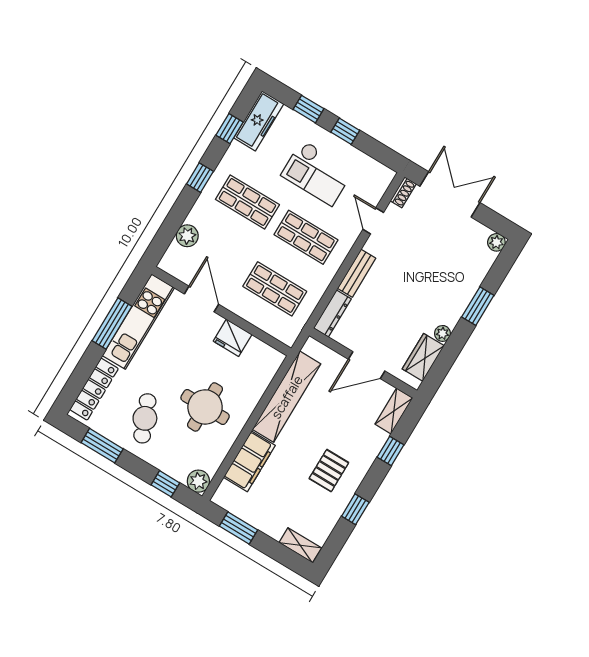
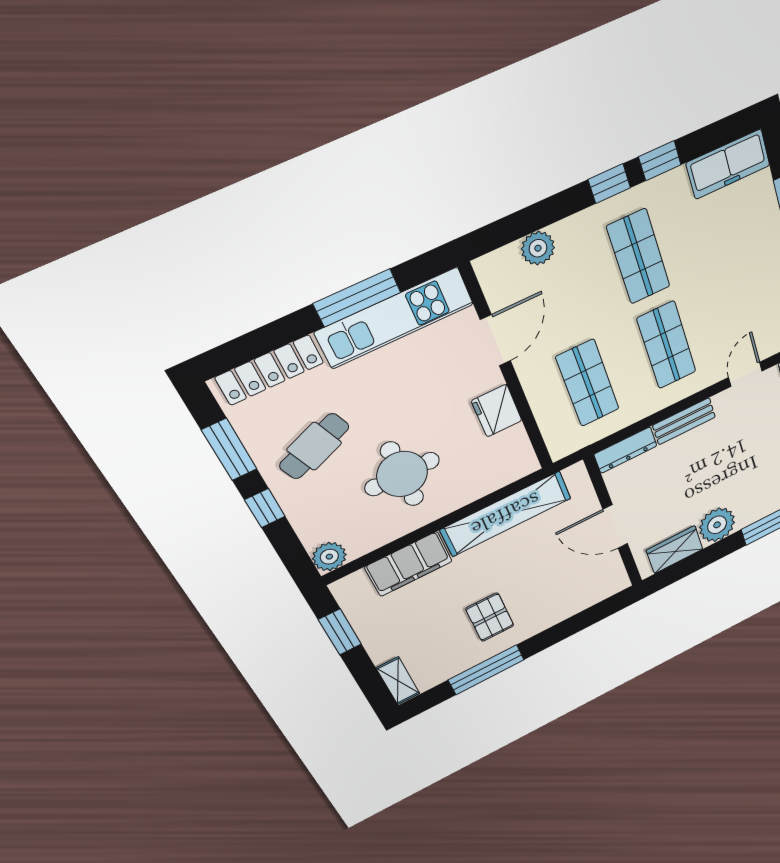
window: (230, 129) -> (660, 161), moved
checkout: (317, 173) -> (737, 278), removed
plant: (442, 333) -> (717, 525), width x1.87, depth x1.87
shelving: (394, 411) -> (604, 589), removed
window: (391, 451) -> (568, 628), removed
pallet: (329, 471) -> (490, 617), turned 90
window: (165, 484) -> (265, 508), moved
window: (355, 509) -> (486, 670), width x2.17

